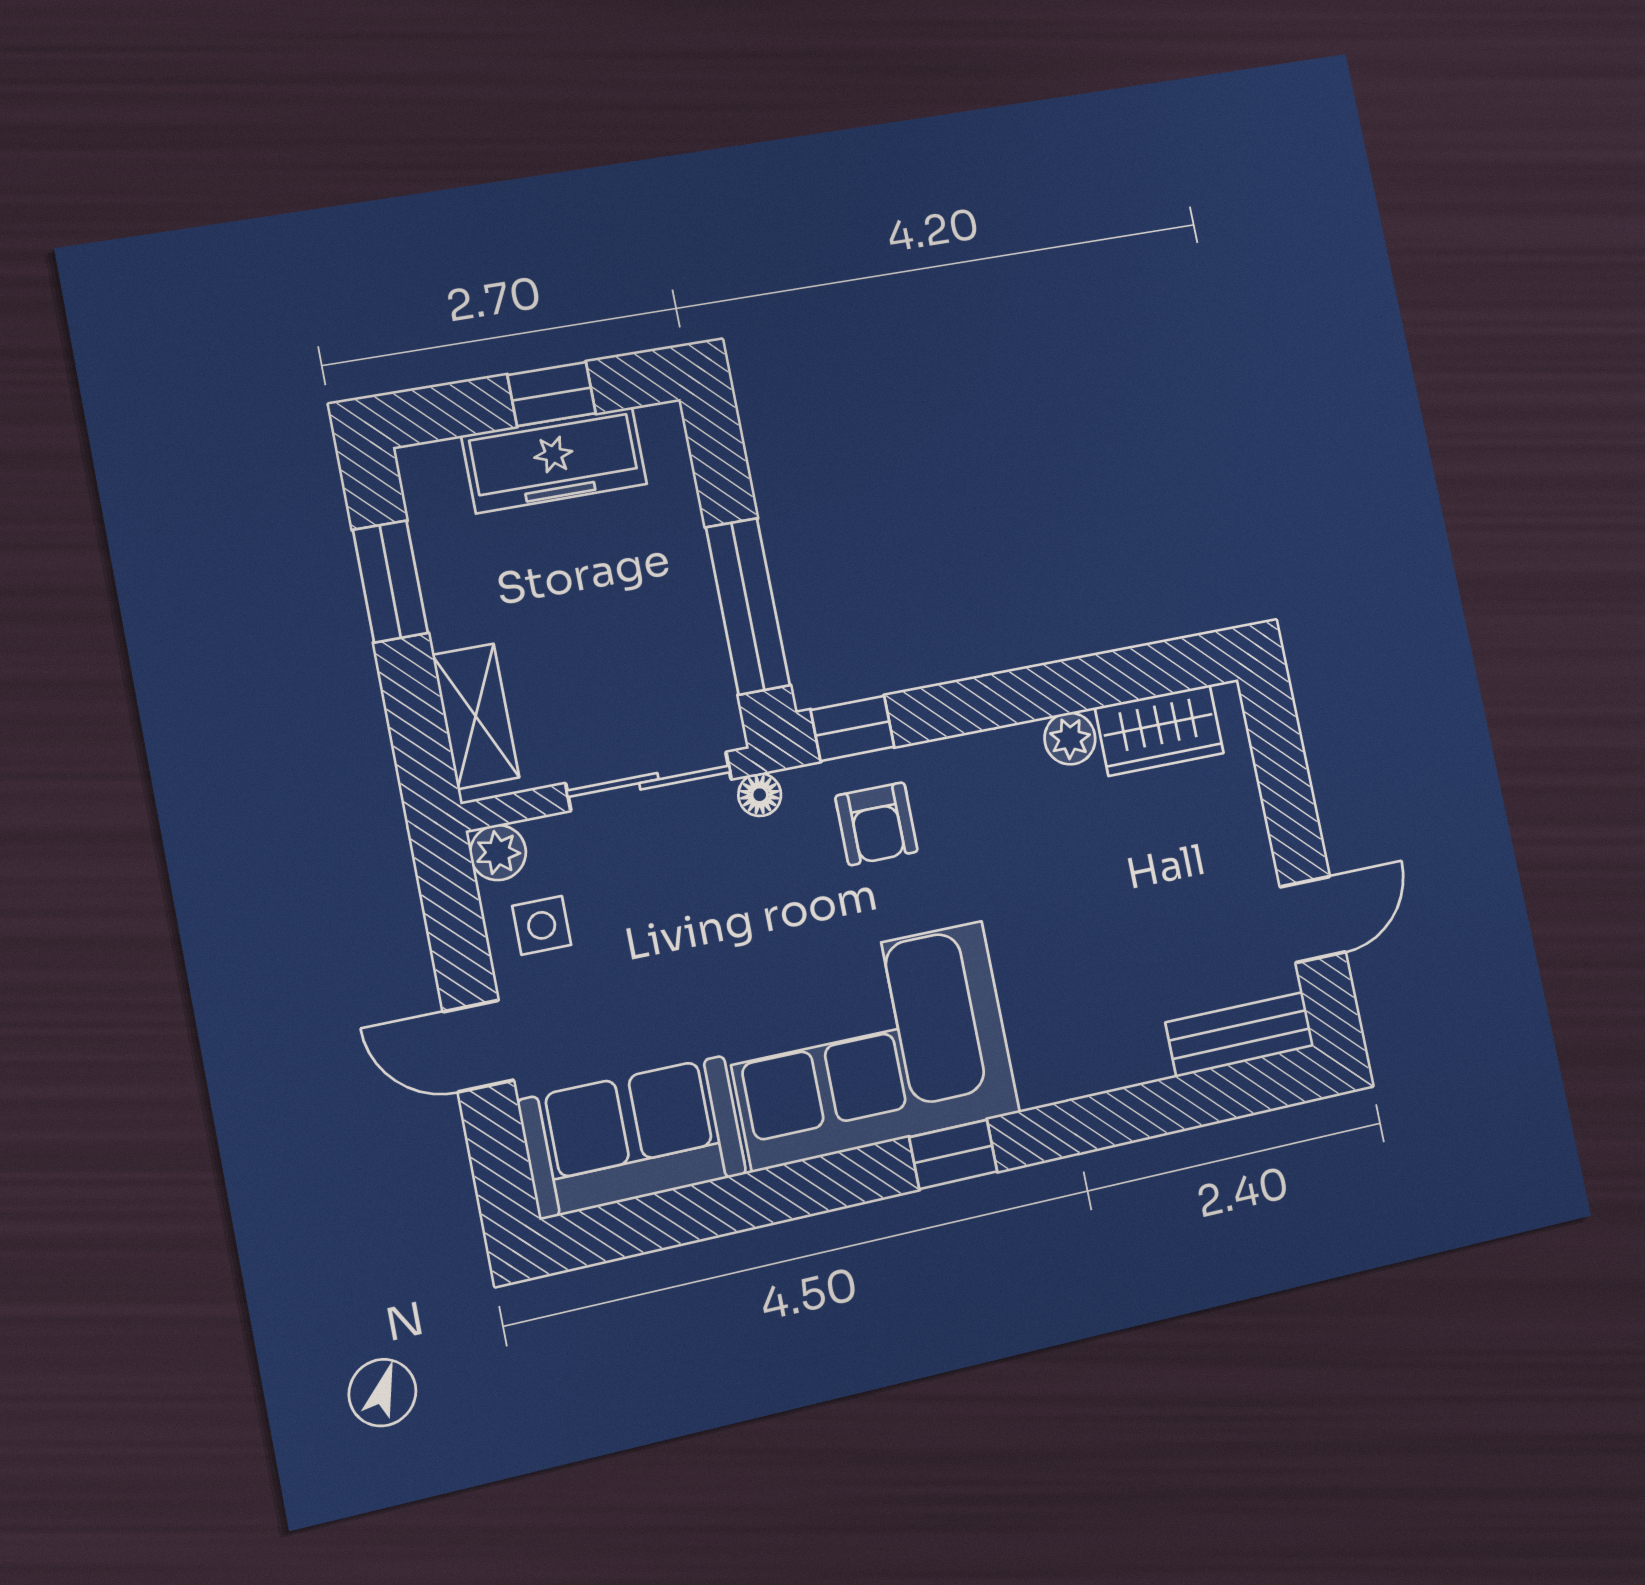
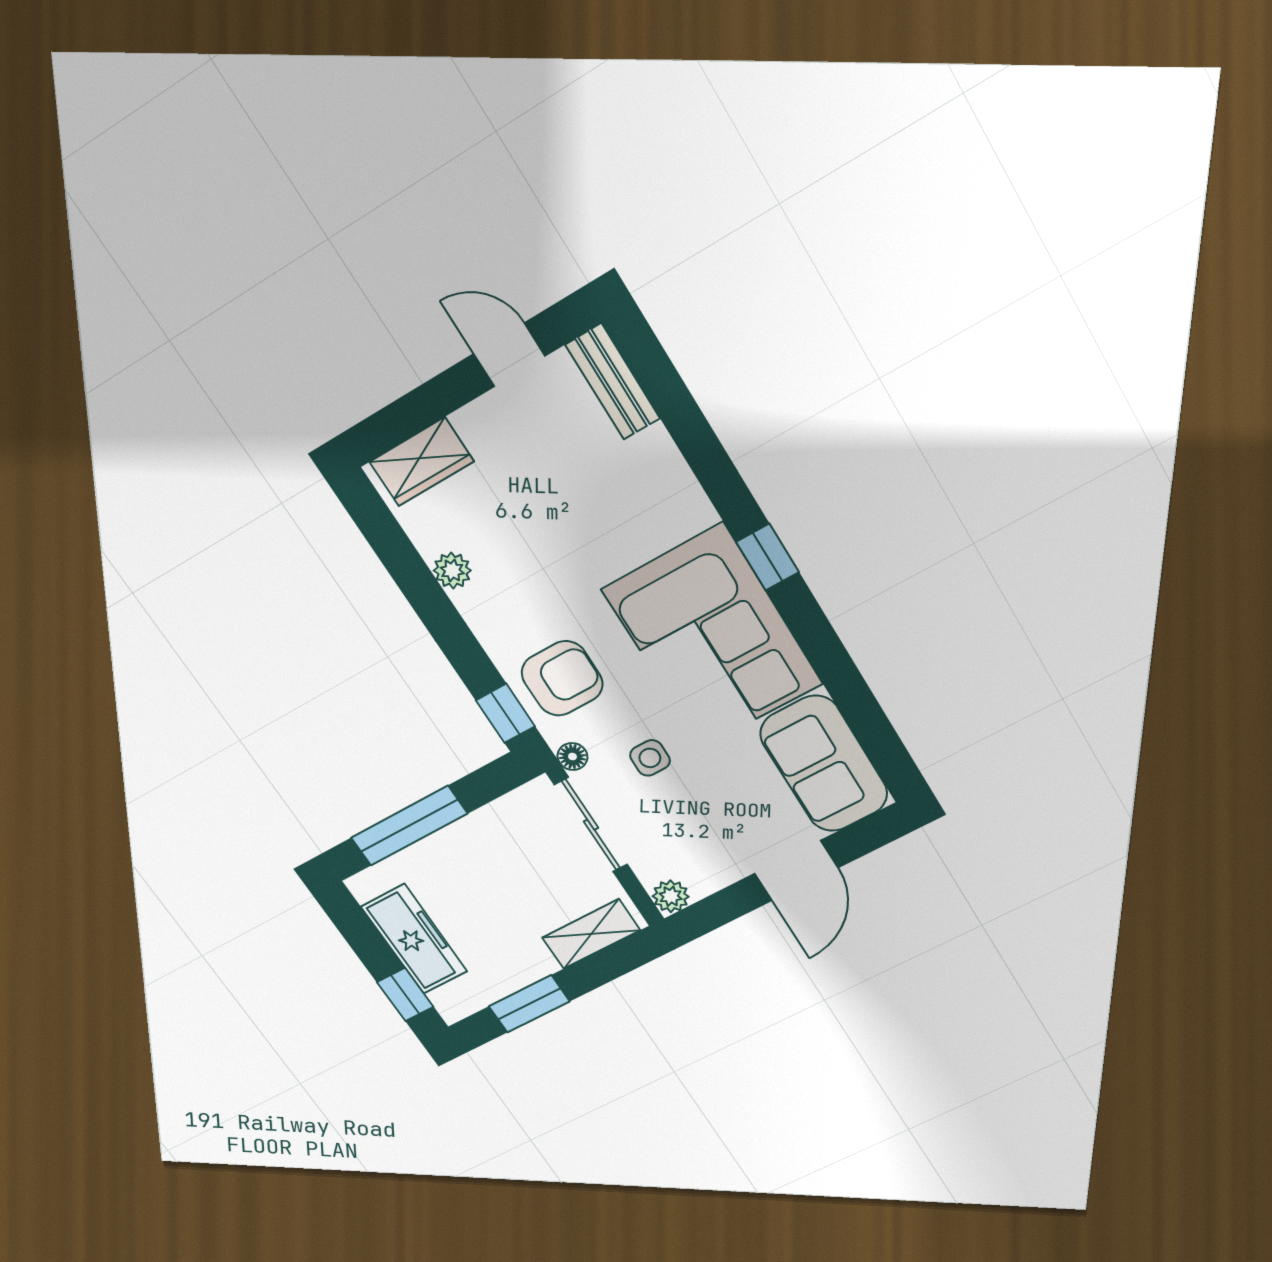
window: (552, 394) -> (405, 995), moved
window: (748, 606) -> (409, 826), moved
wardrobe: (1159, 730) -> (422, 462), moved, turned 90
armchair: (876, 824) -> (562, 678), width x1.38, depth x1.38
side table: (542, 925) -> (650, 758), moved
door: (478, 1046) -> (796, 871), width x1.37

